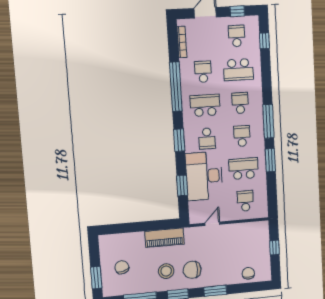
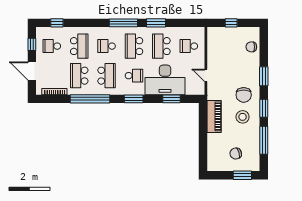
school desk: (203, 72) -> (79, 76), width x1.85
school desk: (205, 105) -> (107, 76), turned 180
school desk: (242, 136) -> (134, 46), width x1.85

